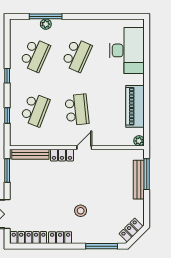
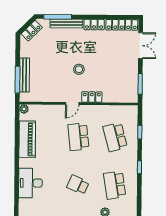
desk: (127, 50) -> (30, 183), width x0.73, depth x0.77
school desk: (35, 55) -> (115, 185), turned -33
school desk: (77, 55) -> (78, 185), width x0.54
school desk: (35, 110) -> (115, 137), turned -36
bench: (30, 154) -> (66, 24), moved
stool: (81, 211) -> (79, 69), moved

